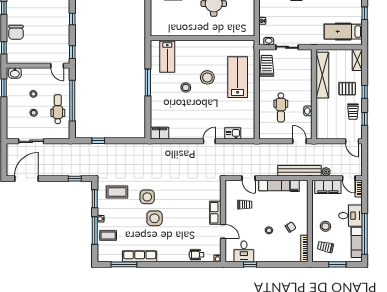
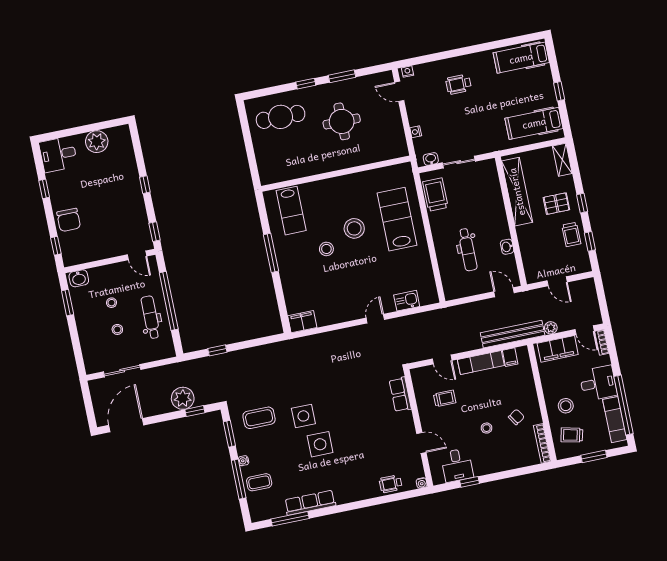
door: (352, 141) -> (557, 281), moved
plant: (68, 168) -> (183, 398), added
row of seats: (215, 213) -> (400, 394), moved

